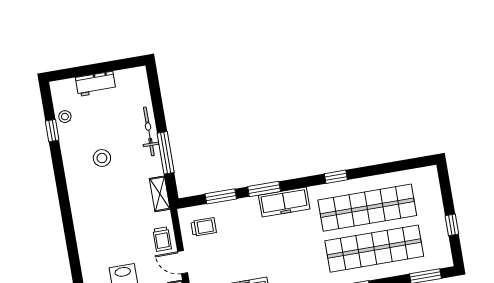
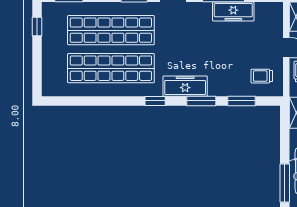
window: (166, 153) -> (285, 183), moved
window: (336, 177) -> (155, 101), moved
window: (452, 225) -> (37, 27), moved

